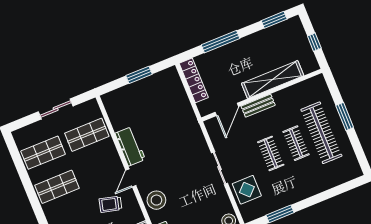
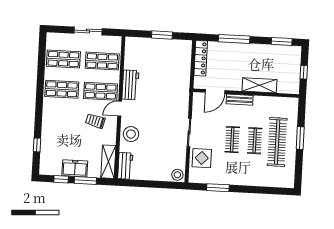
shelving: (273, 80) -> (260, 85), width x0.68
shop shelf: (101, 169) -> (101, 91), added

